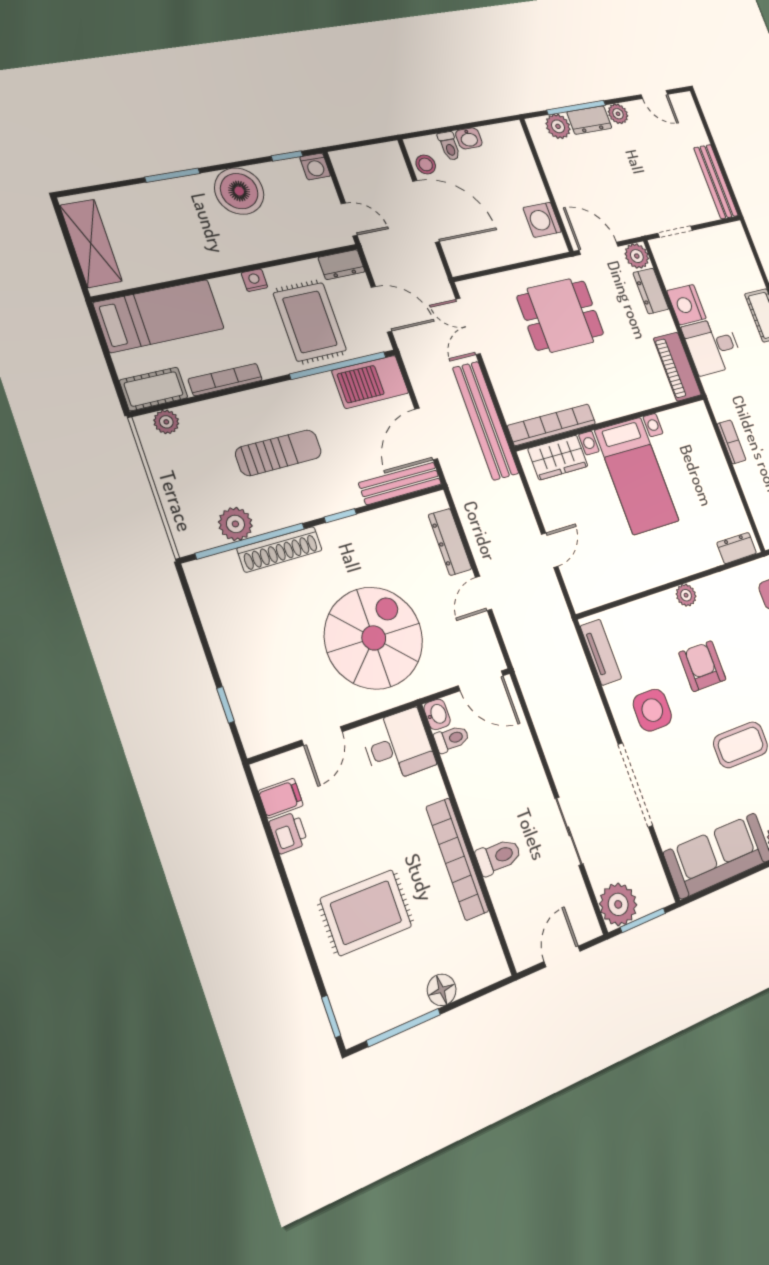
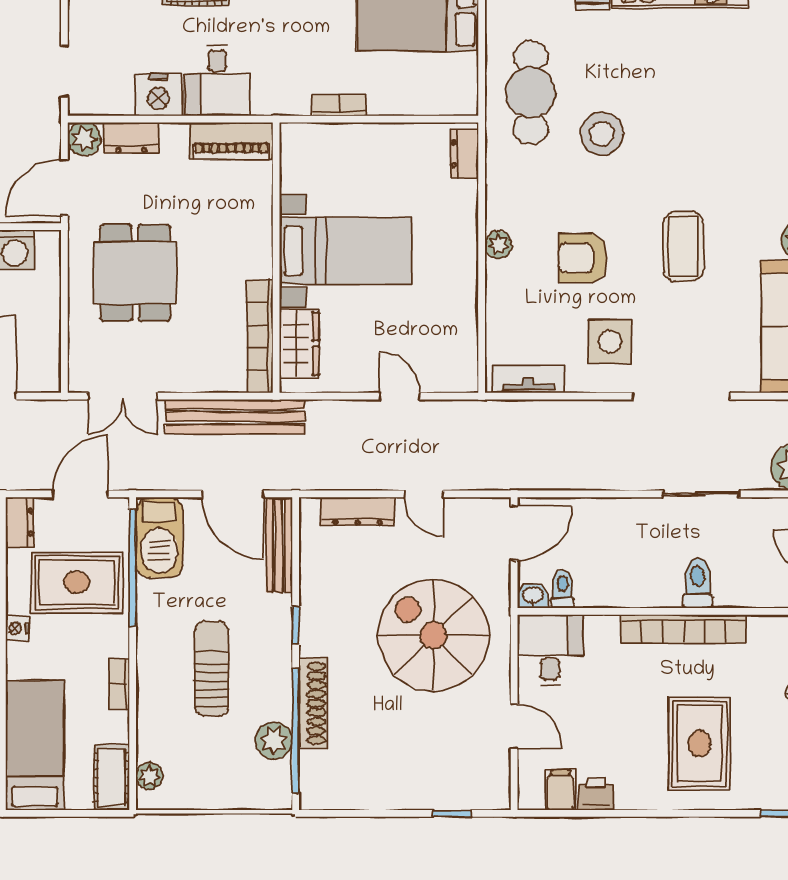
bookcase: (225, 380) -> (119, 684), width x0.64

